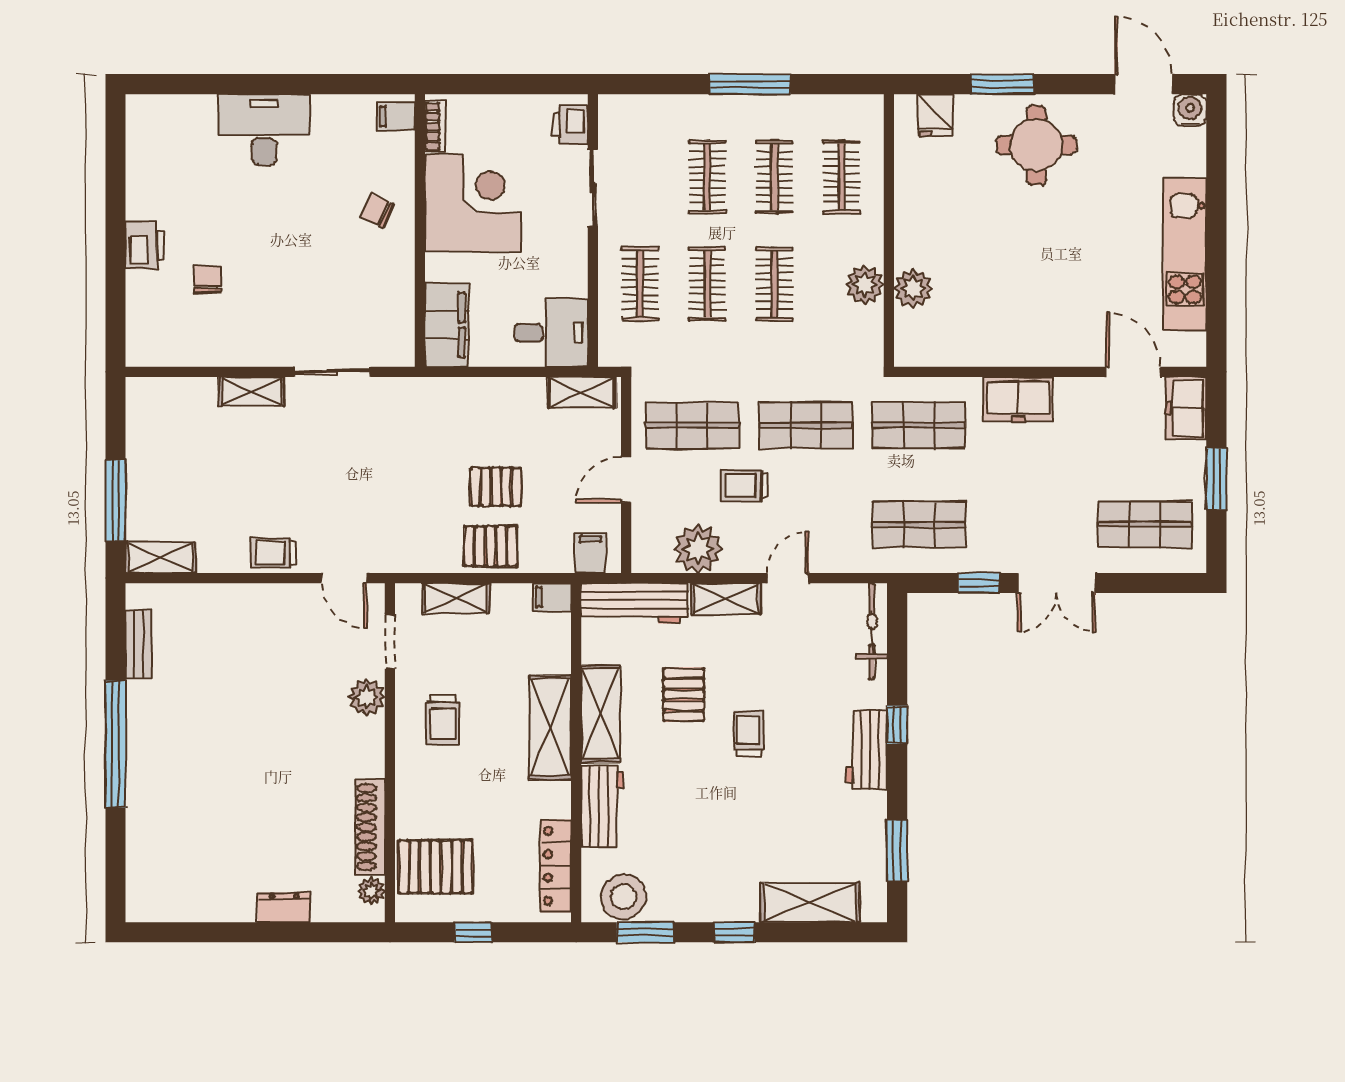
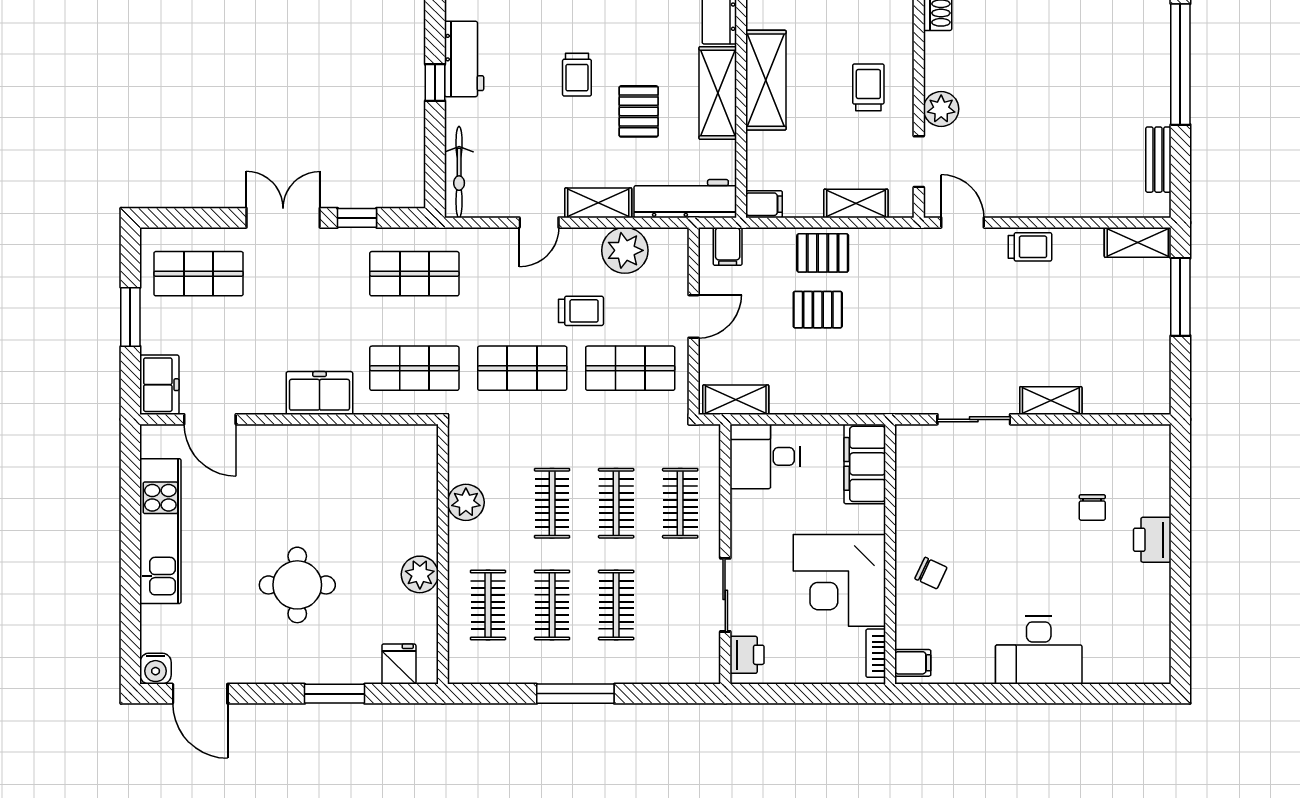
round table: (1036, 145) -> (297, 585), moved
plant: (913, 288) -> (420, 574), moved

